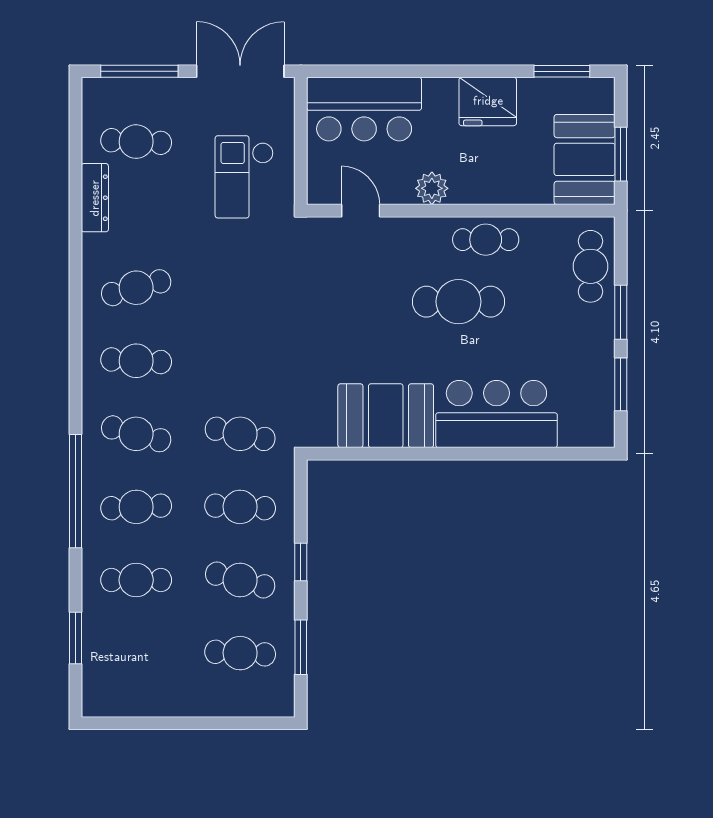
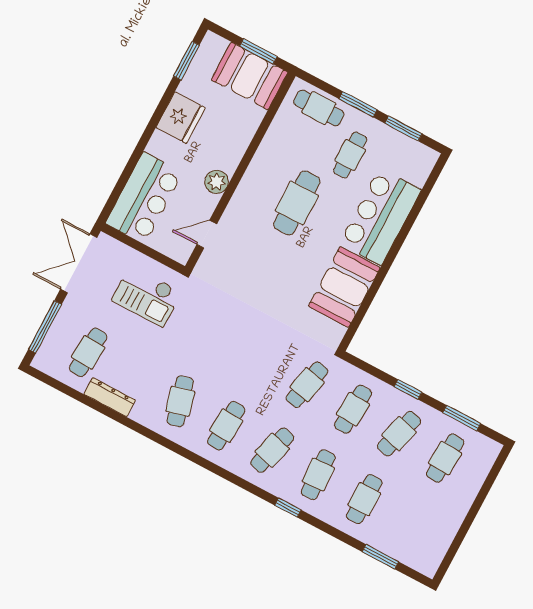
cafe table: (486, 240) -> (350, 155), moved
window: (75, 491) -> (288, 508), width x0.32

